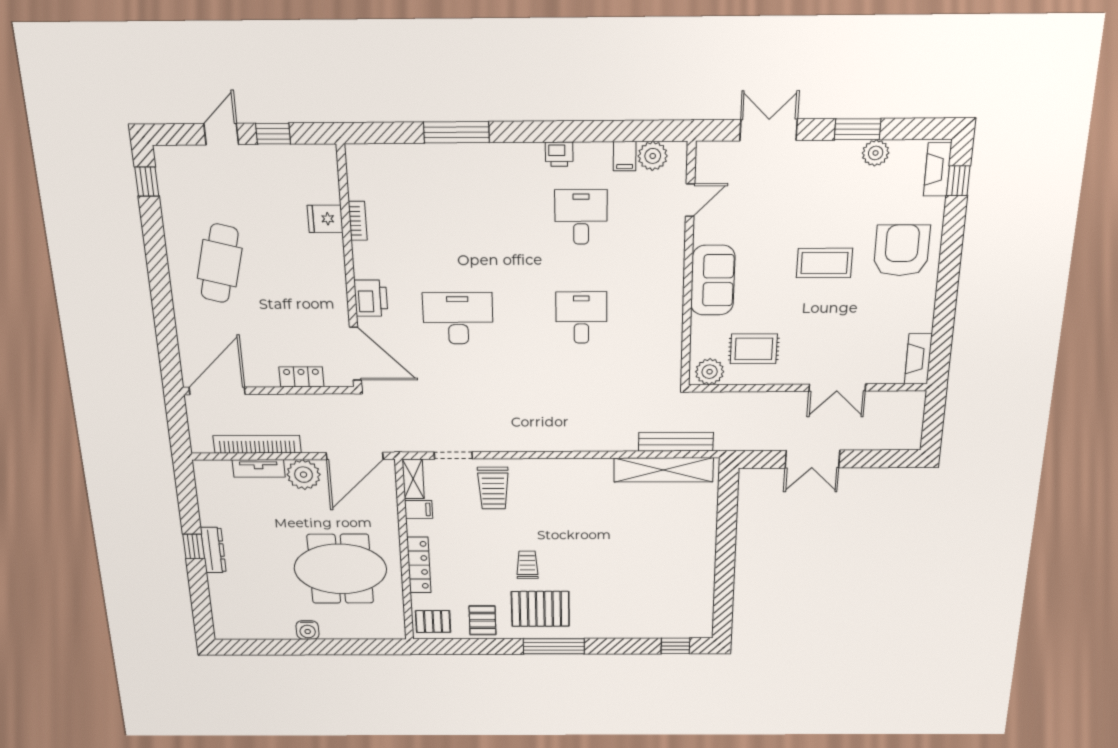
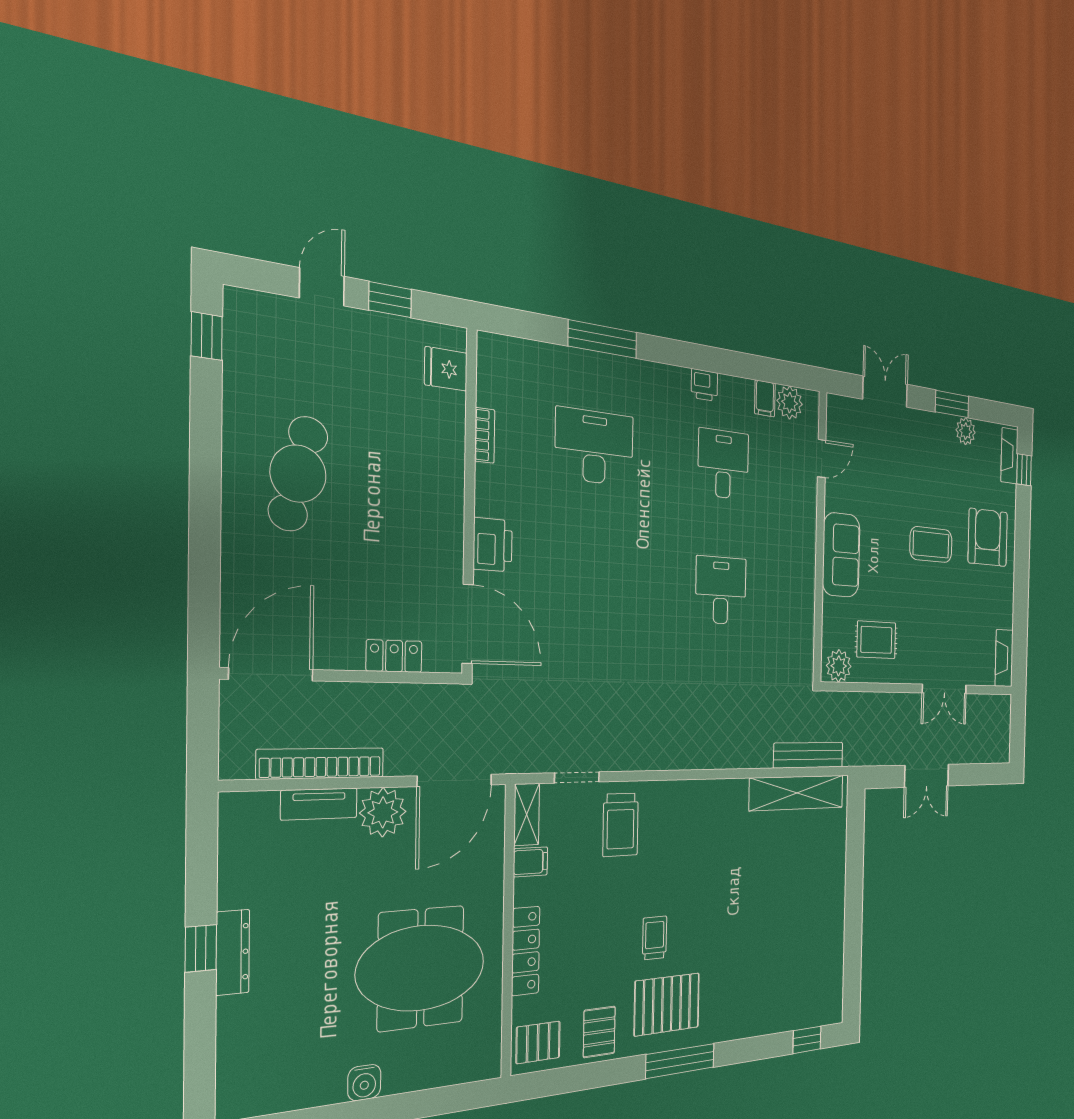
fridge: (325, 219) -> (446, 369), moved
desk: (458, 318) -> (594, 447), moved

